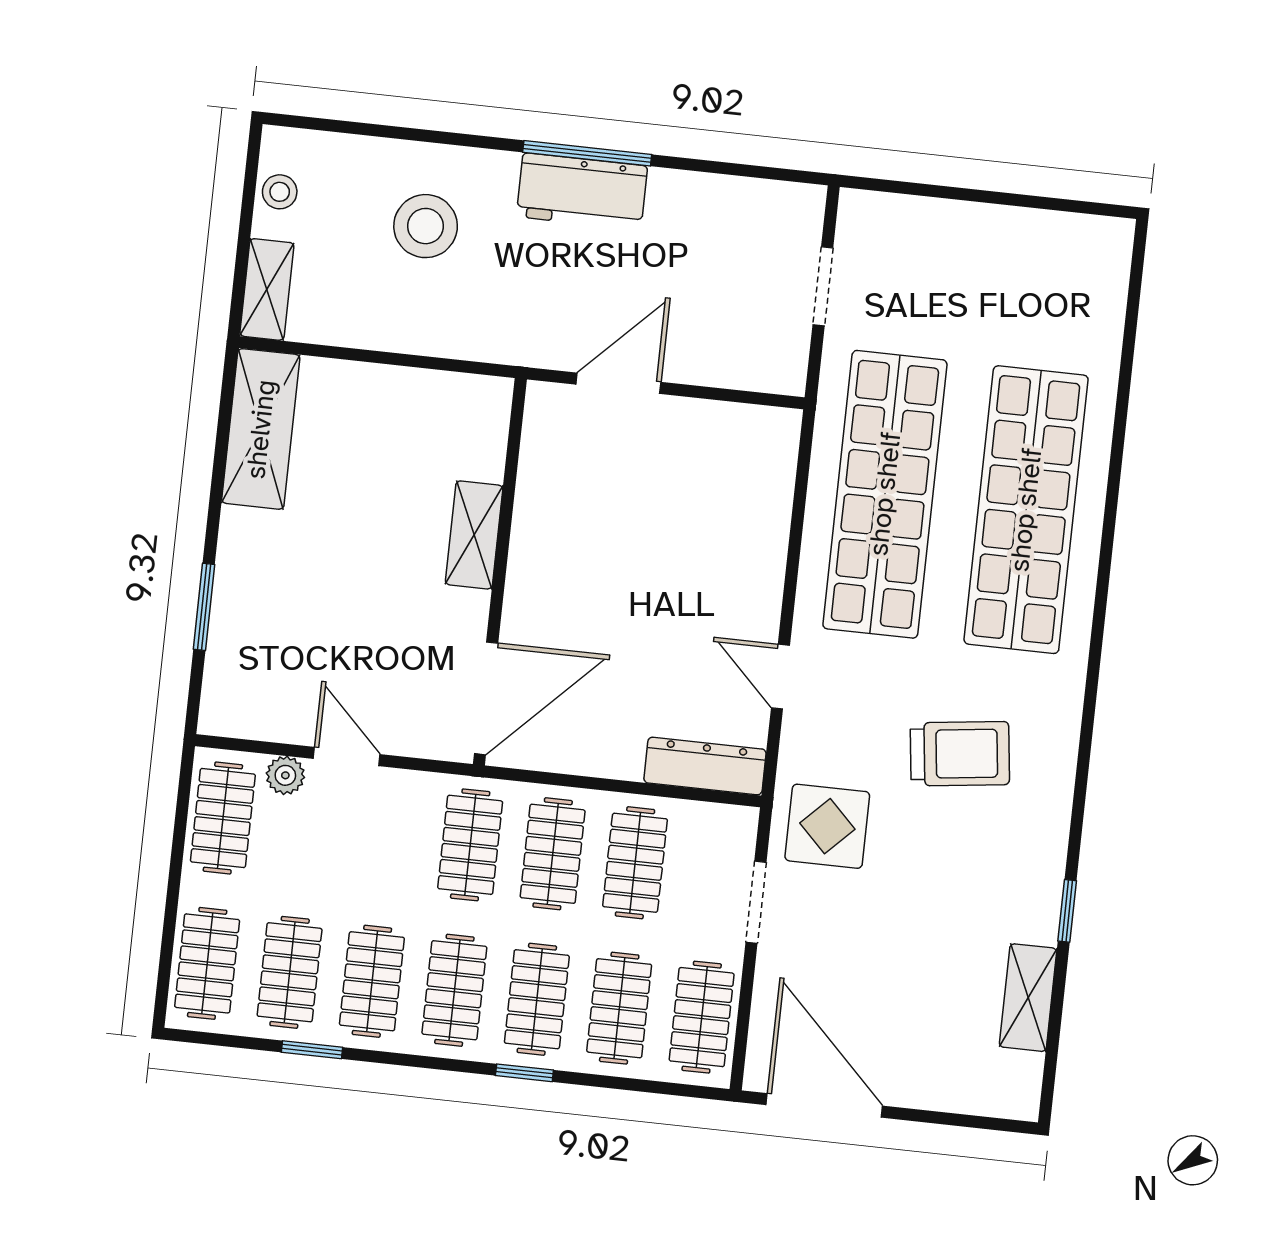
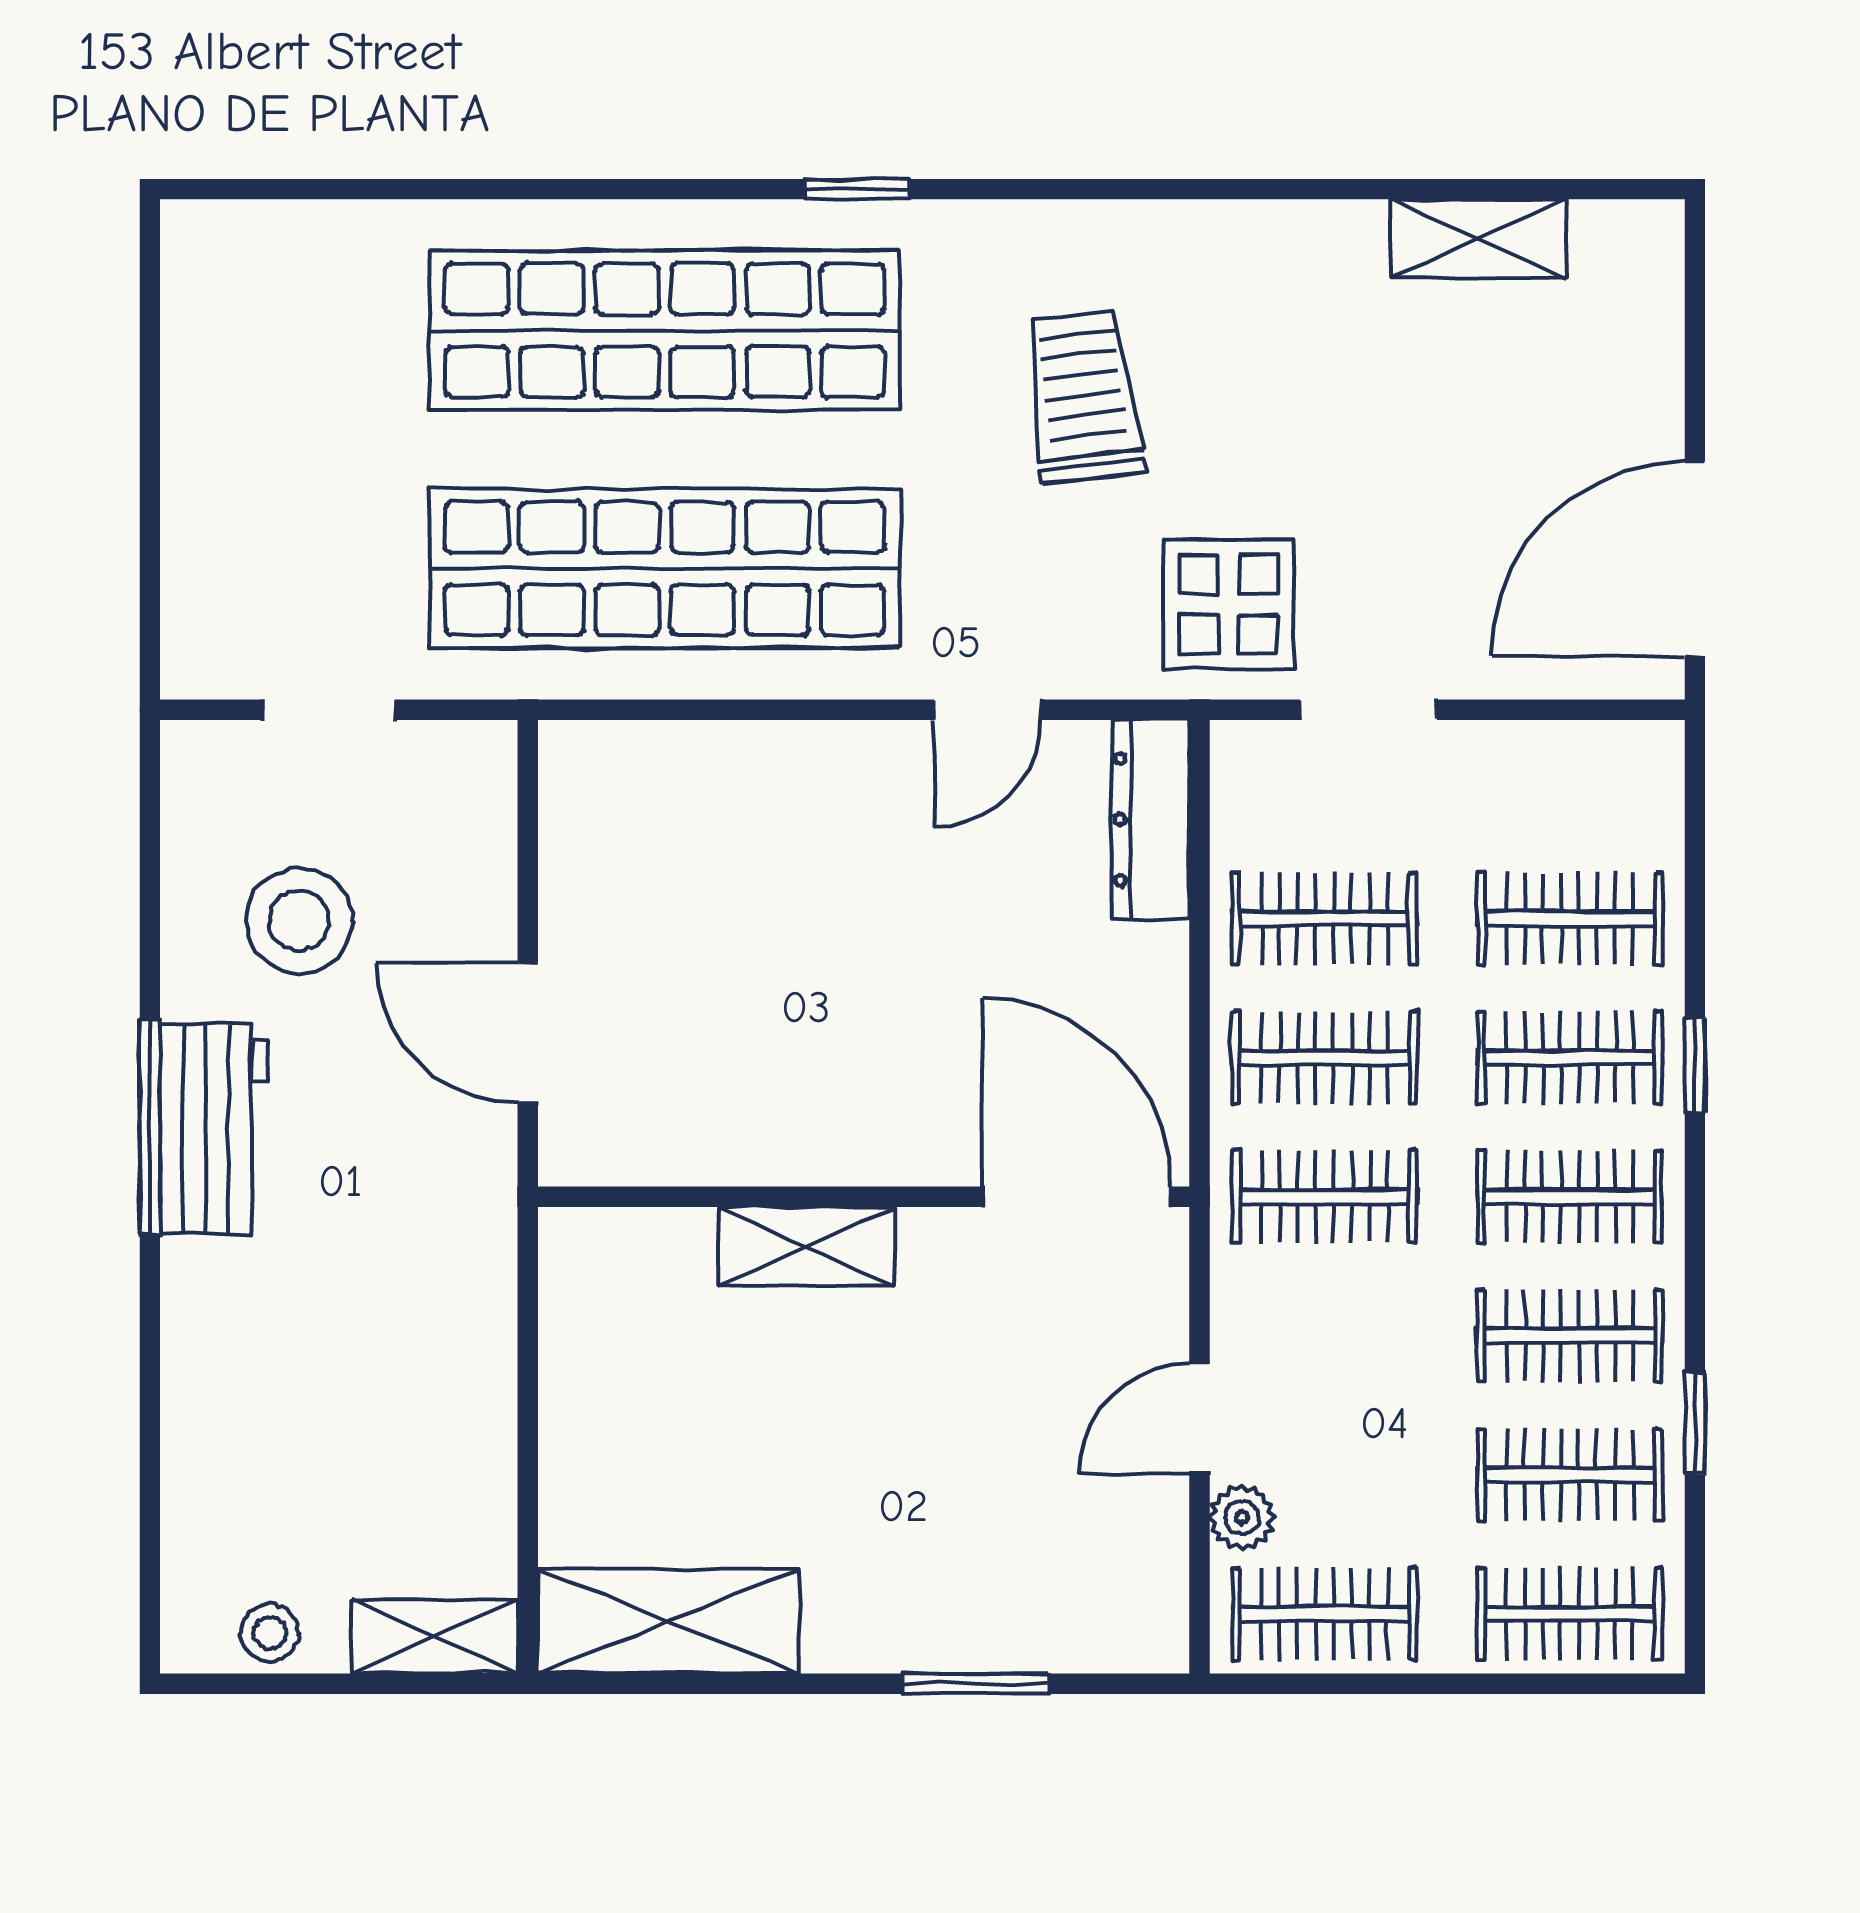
stool: (426, 226) -> (299, 921), moved
window: (1067, 911) -> (857, 189), moved
clothes rail: (702, 1017) -> (1570, 779), removed

